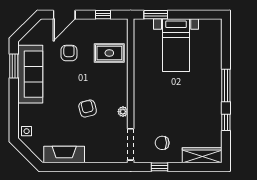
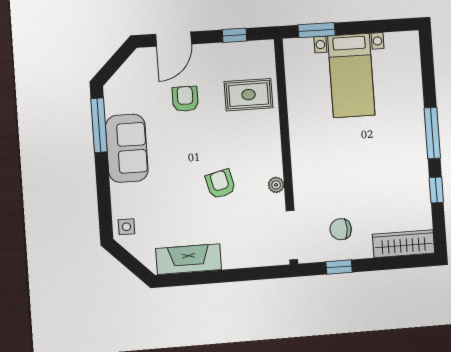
window: (14, 66) -> (99, 125), width x1.44
sofa: (30, 74) -> (127, 148), width x0.73

